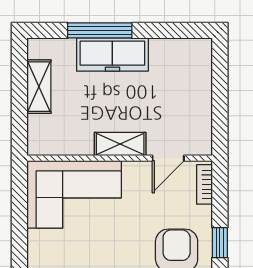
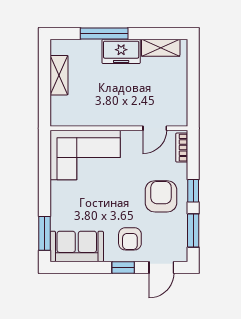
freezer: (112, 55) -> (121, 51), width x0.71
shelving: (120, 144) -> (161, 48), moved

